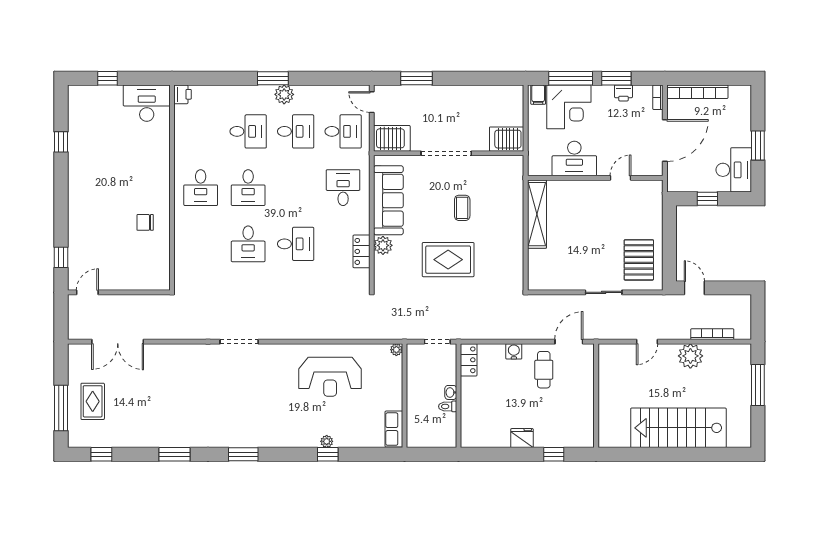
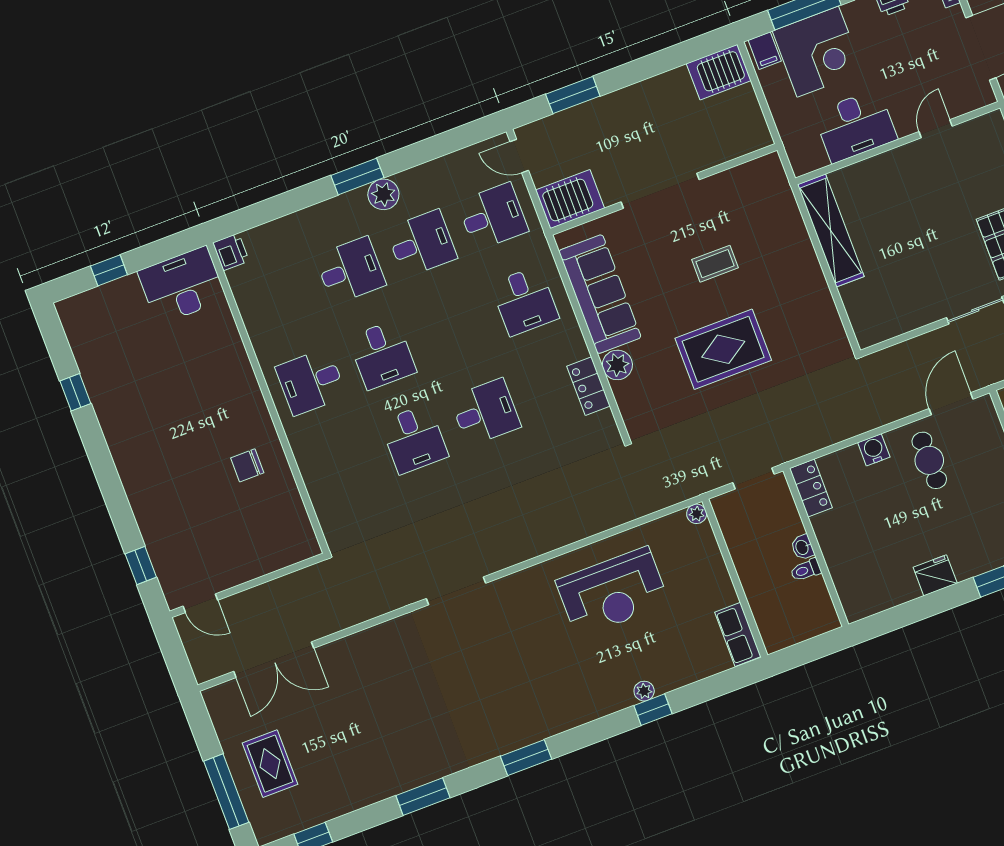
server rack: (507, 139) -> (719, 72), moved
desk: (201, 188) -> (311, 382), turned 90
desk: (343, 188) -> (525, 301), turned 180
coffee table: (462, 208) -> (715, 264), turned 90
door: (87, 292) -> (200, 603), swing flipped

